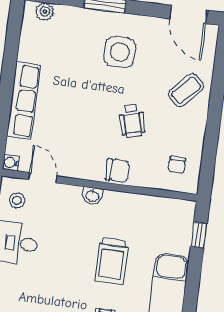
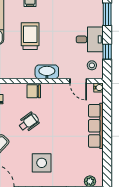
wheelchair: (132, 121) -> (29, 122), turned 69
washbasin: (92, 196) -> (47, 72), width x1.91, depth x1.45

